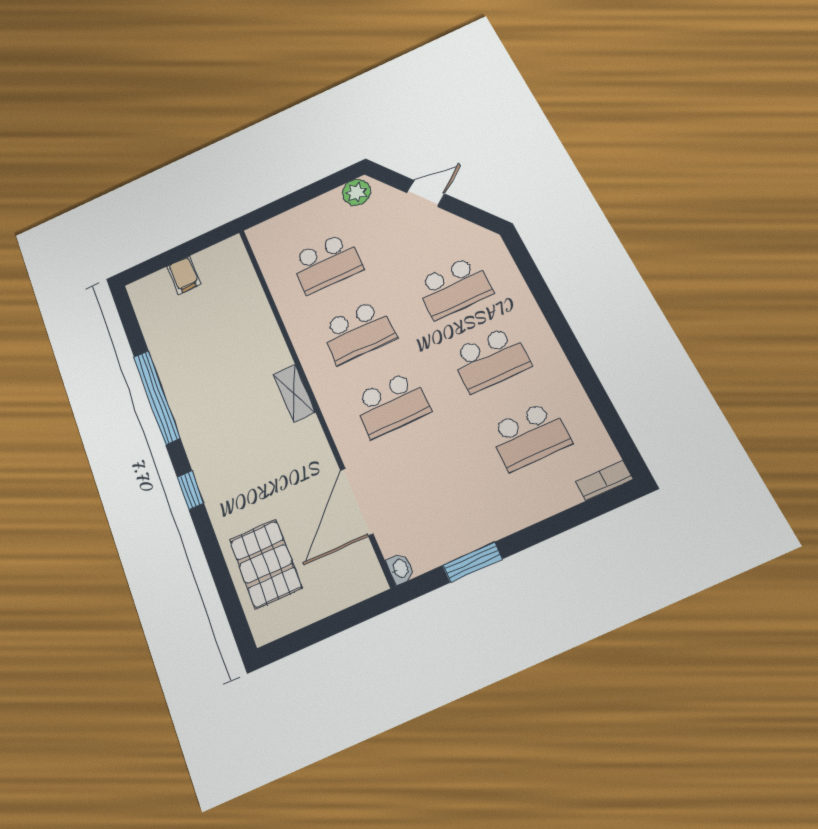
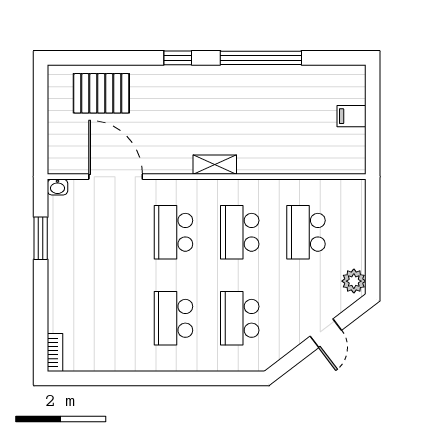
school desk: (530, 436) -> (107, 318), removed

